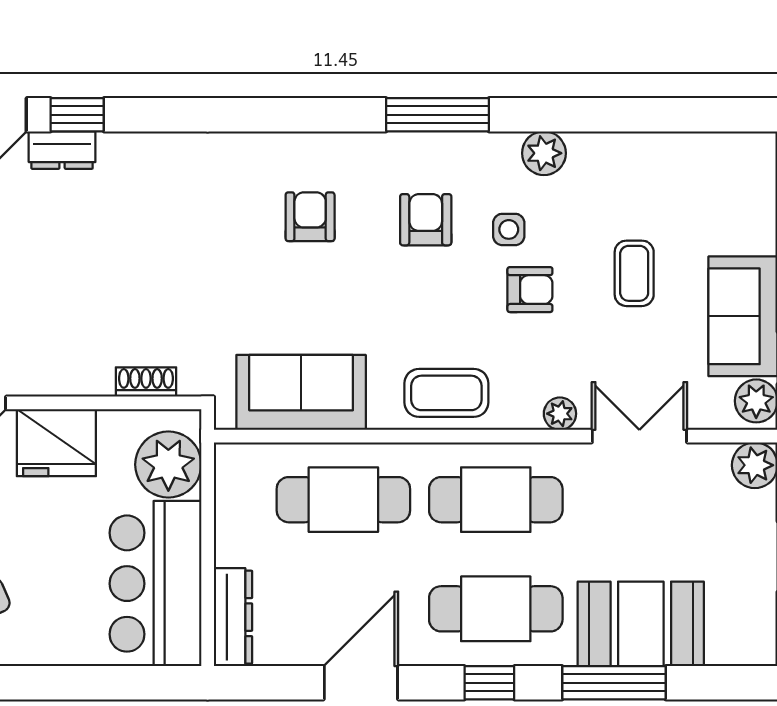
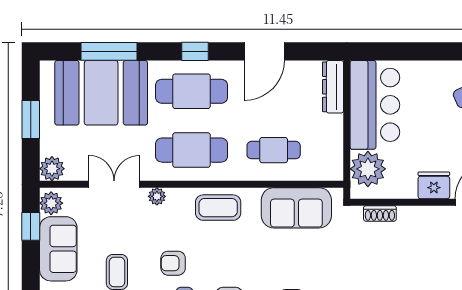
double door: (639, 436) -> (114, 184), swing flipped
fridge: (56, 443) -> (434, 185), width x0.73, depth x0.75
cafe table: (343, 500) -> (274, 150), width x0.73, depth x0.74
booth: (641, 624) -> (101, 93), width x1.36, depth x1.42
window: (614, 683) -> (109, 51), moved

